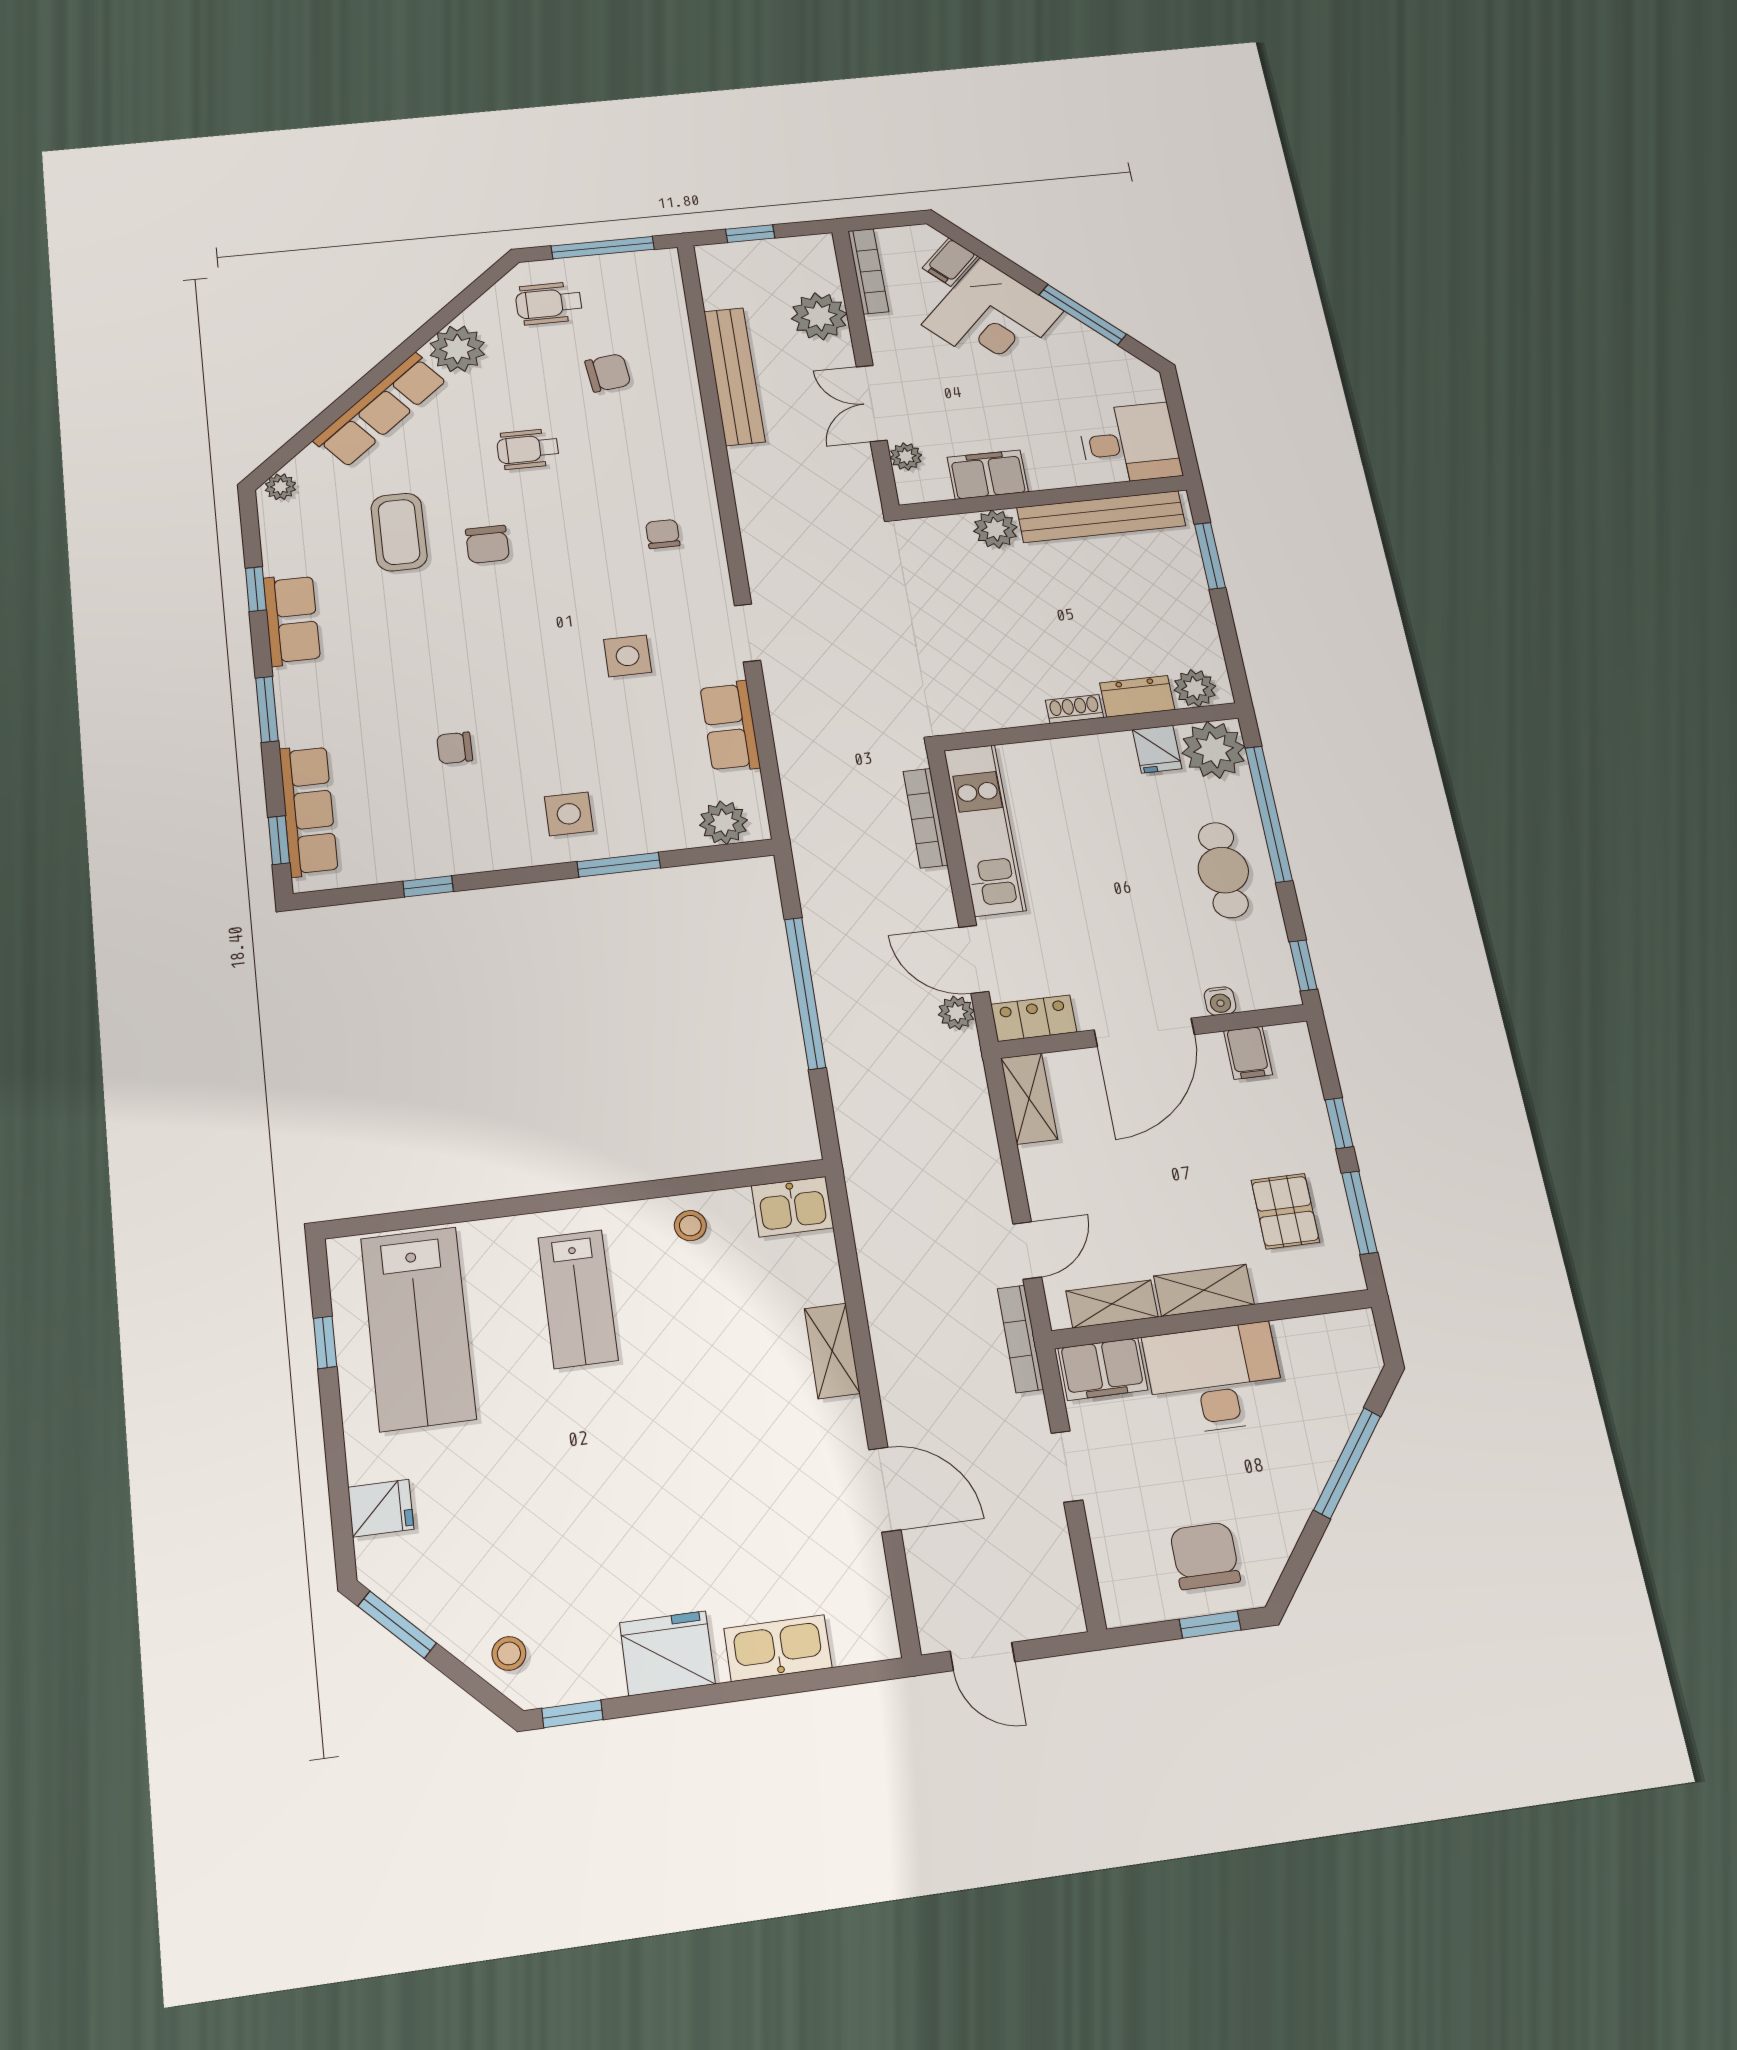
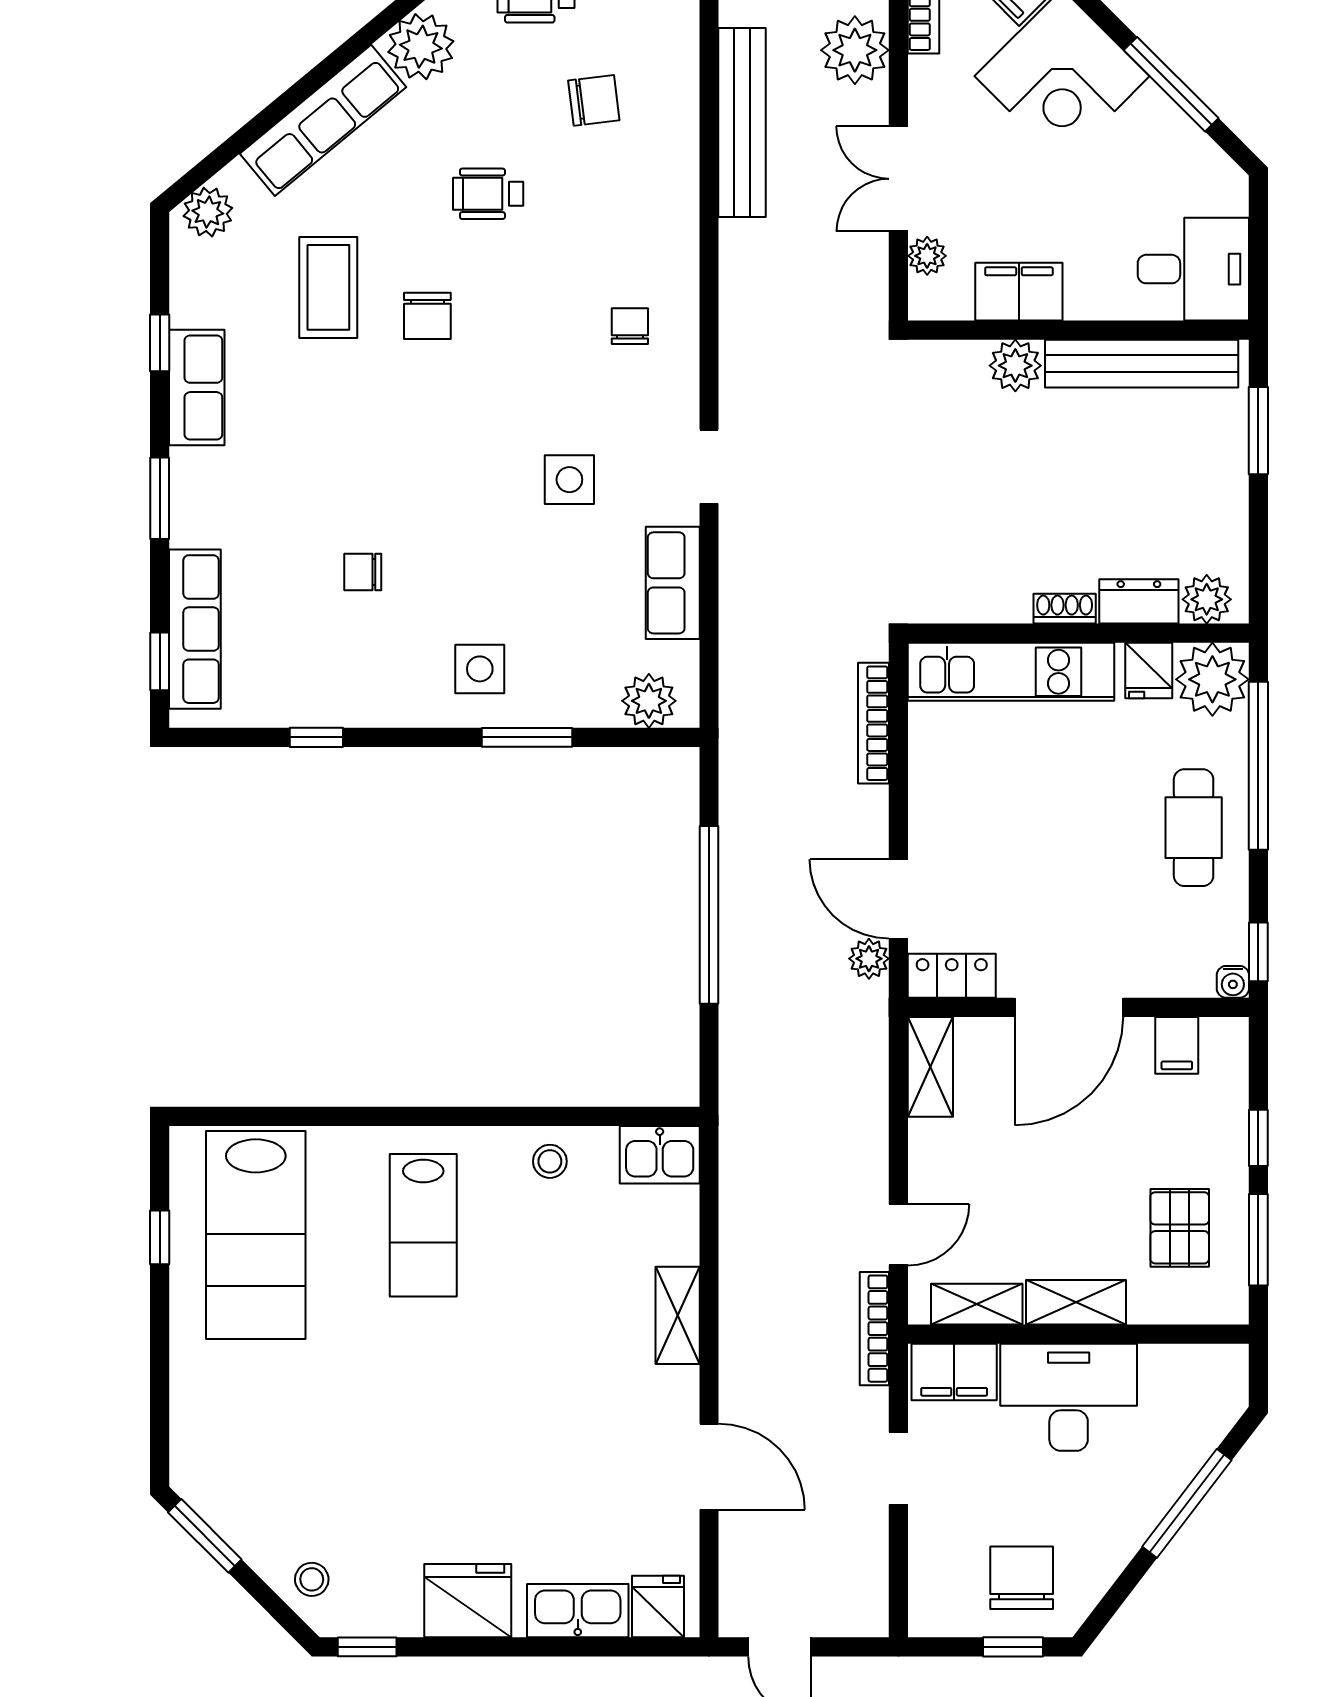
plant: (280, 487) -> (208, 212), width x1.38, depth x1.38
kitchen unit: (985, 830) -> (1011, 672), moved, turned 90
water cooler: (1220, 1001) -> (1233, 982), moved
fridge: (381, 1508) -> (658, 1607), moved, turned -90

